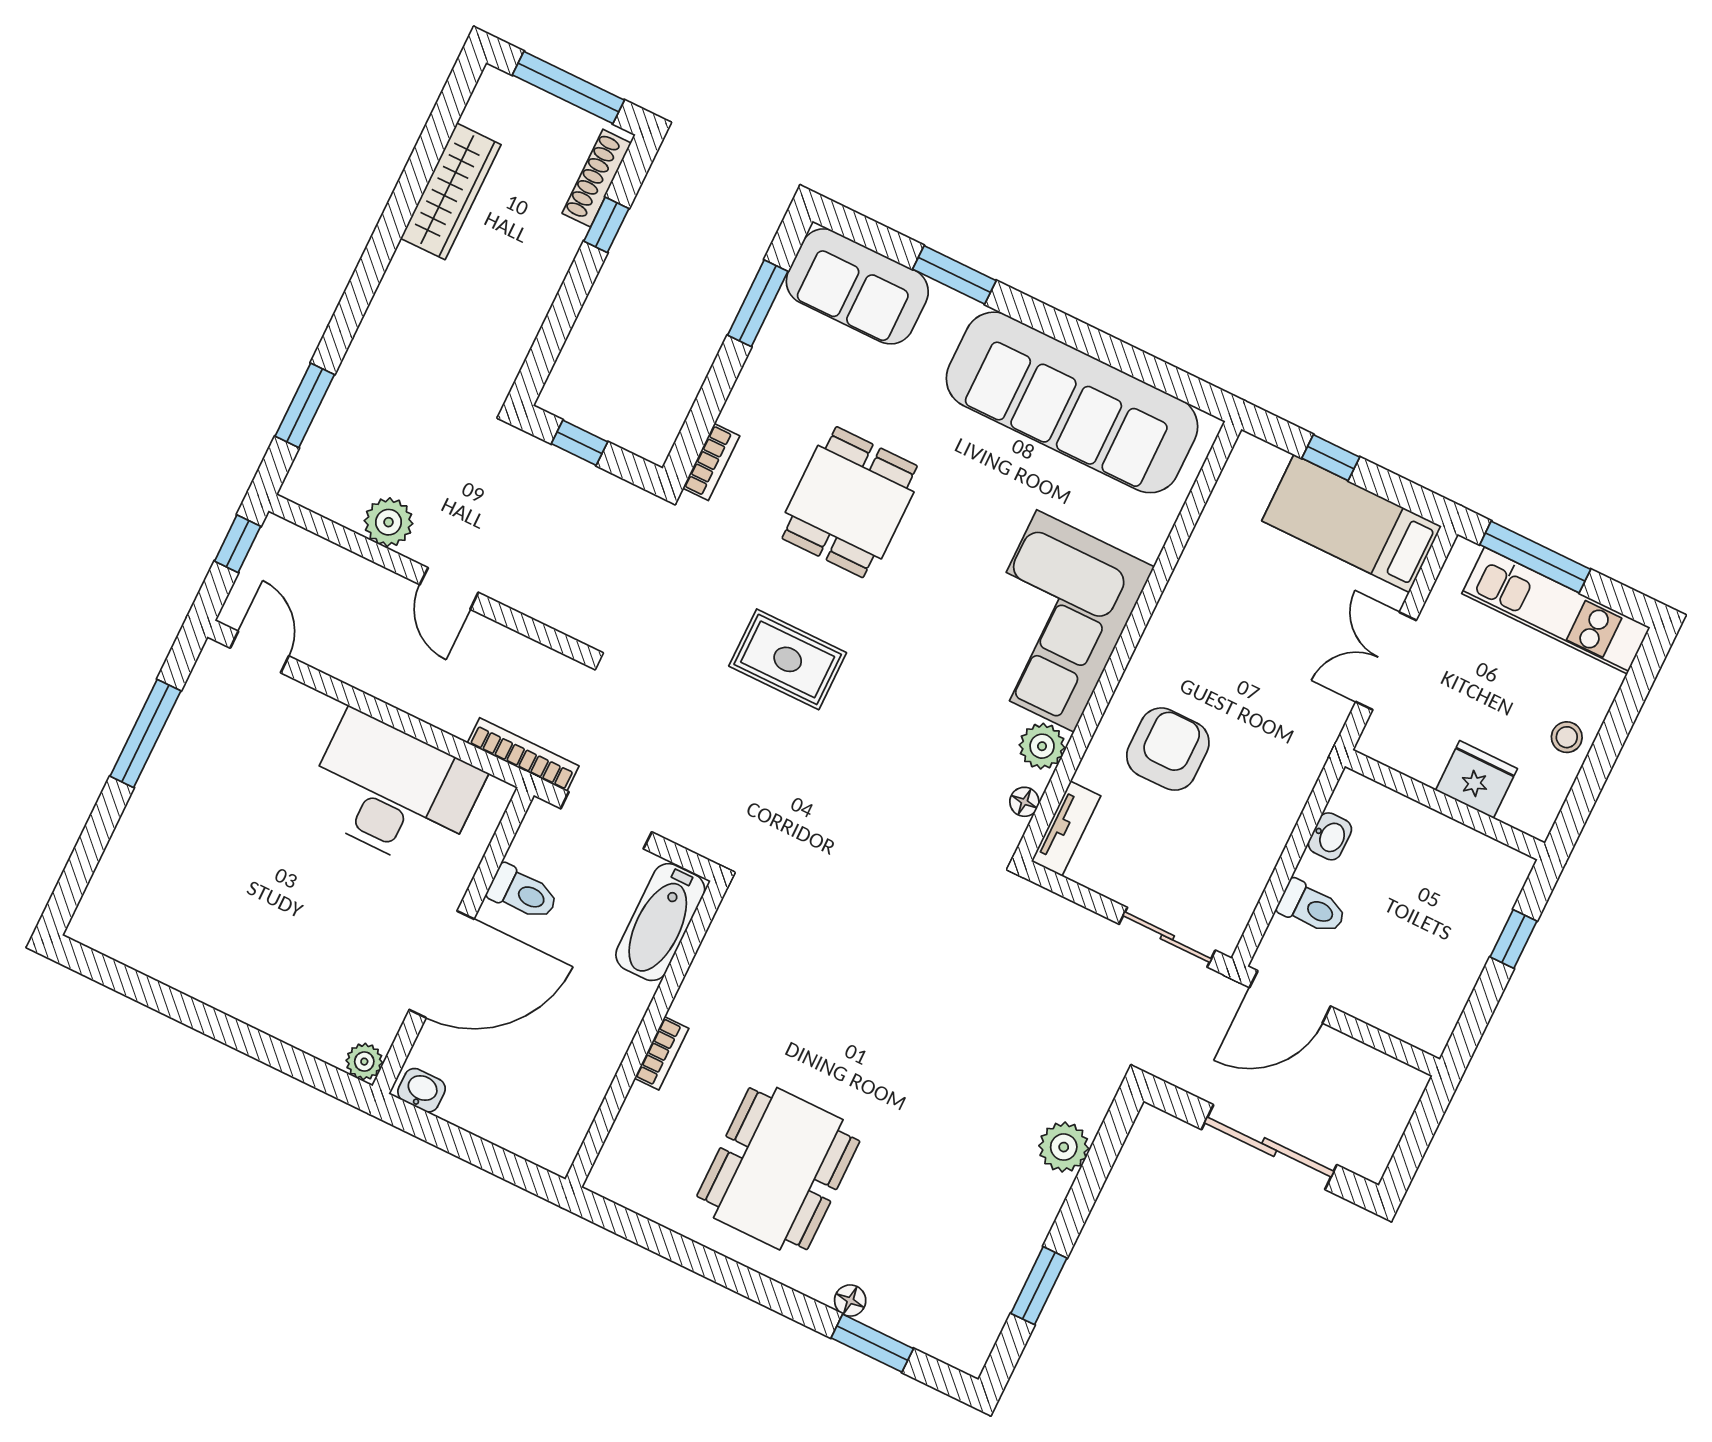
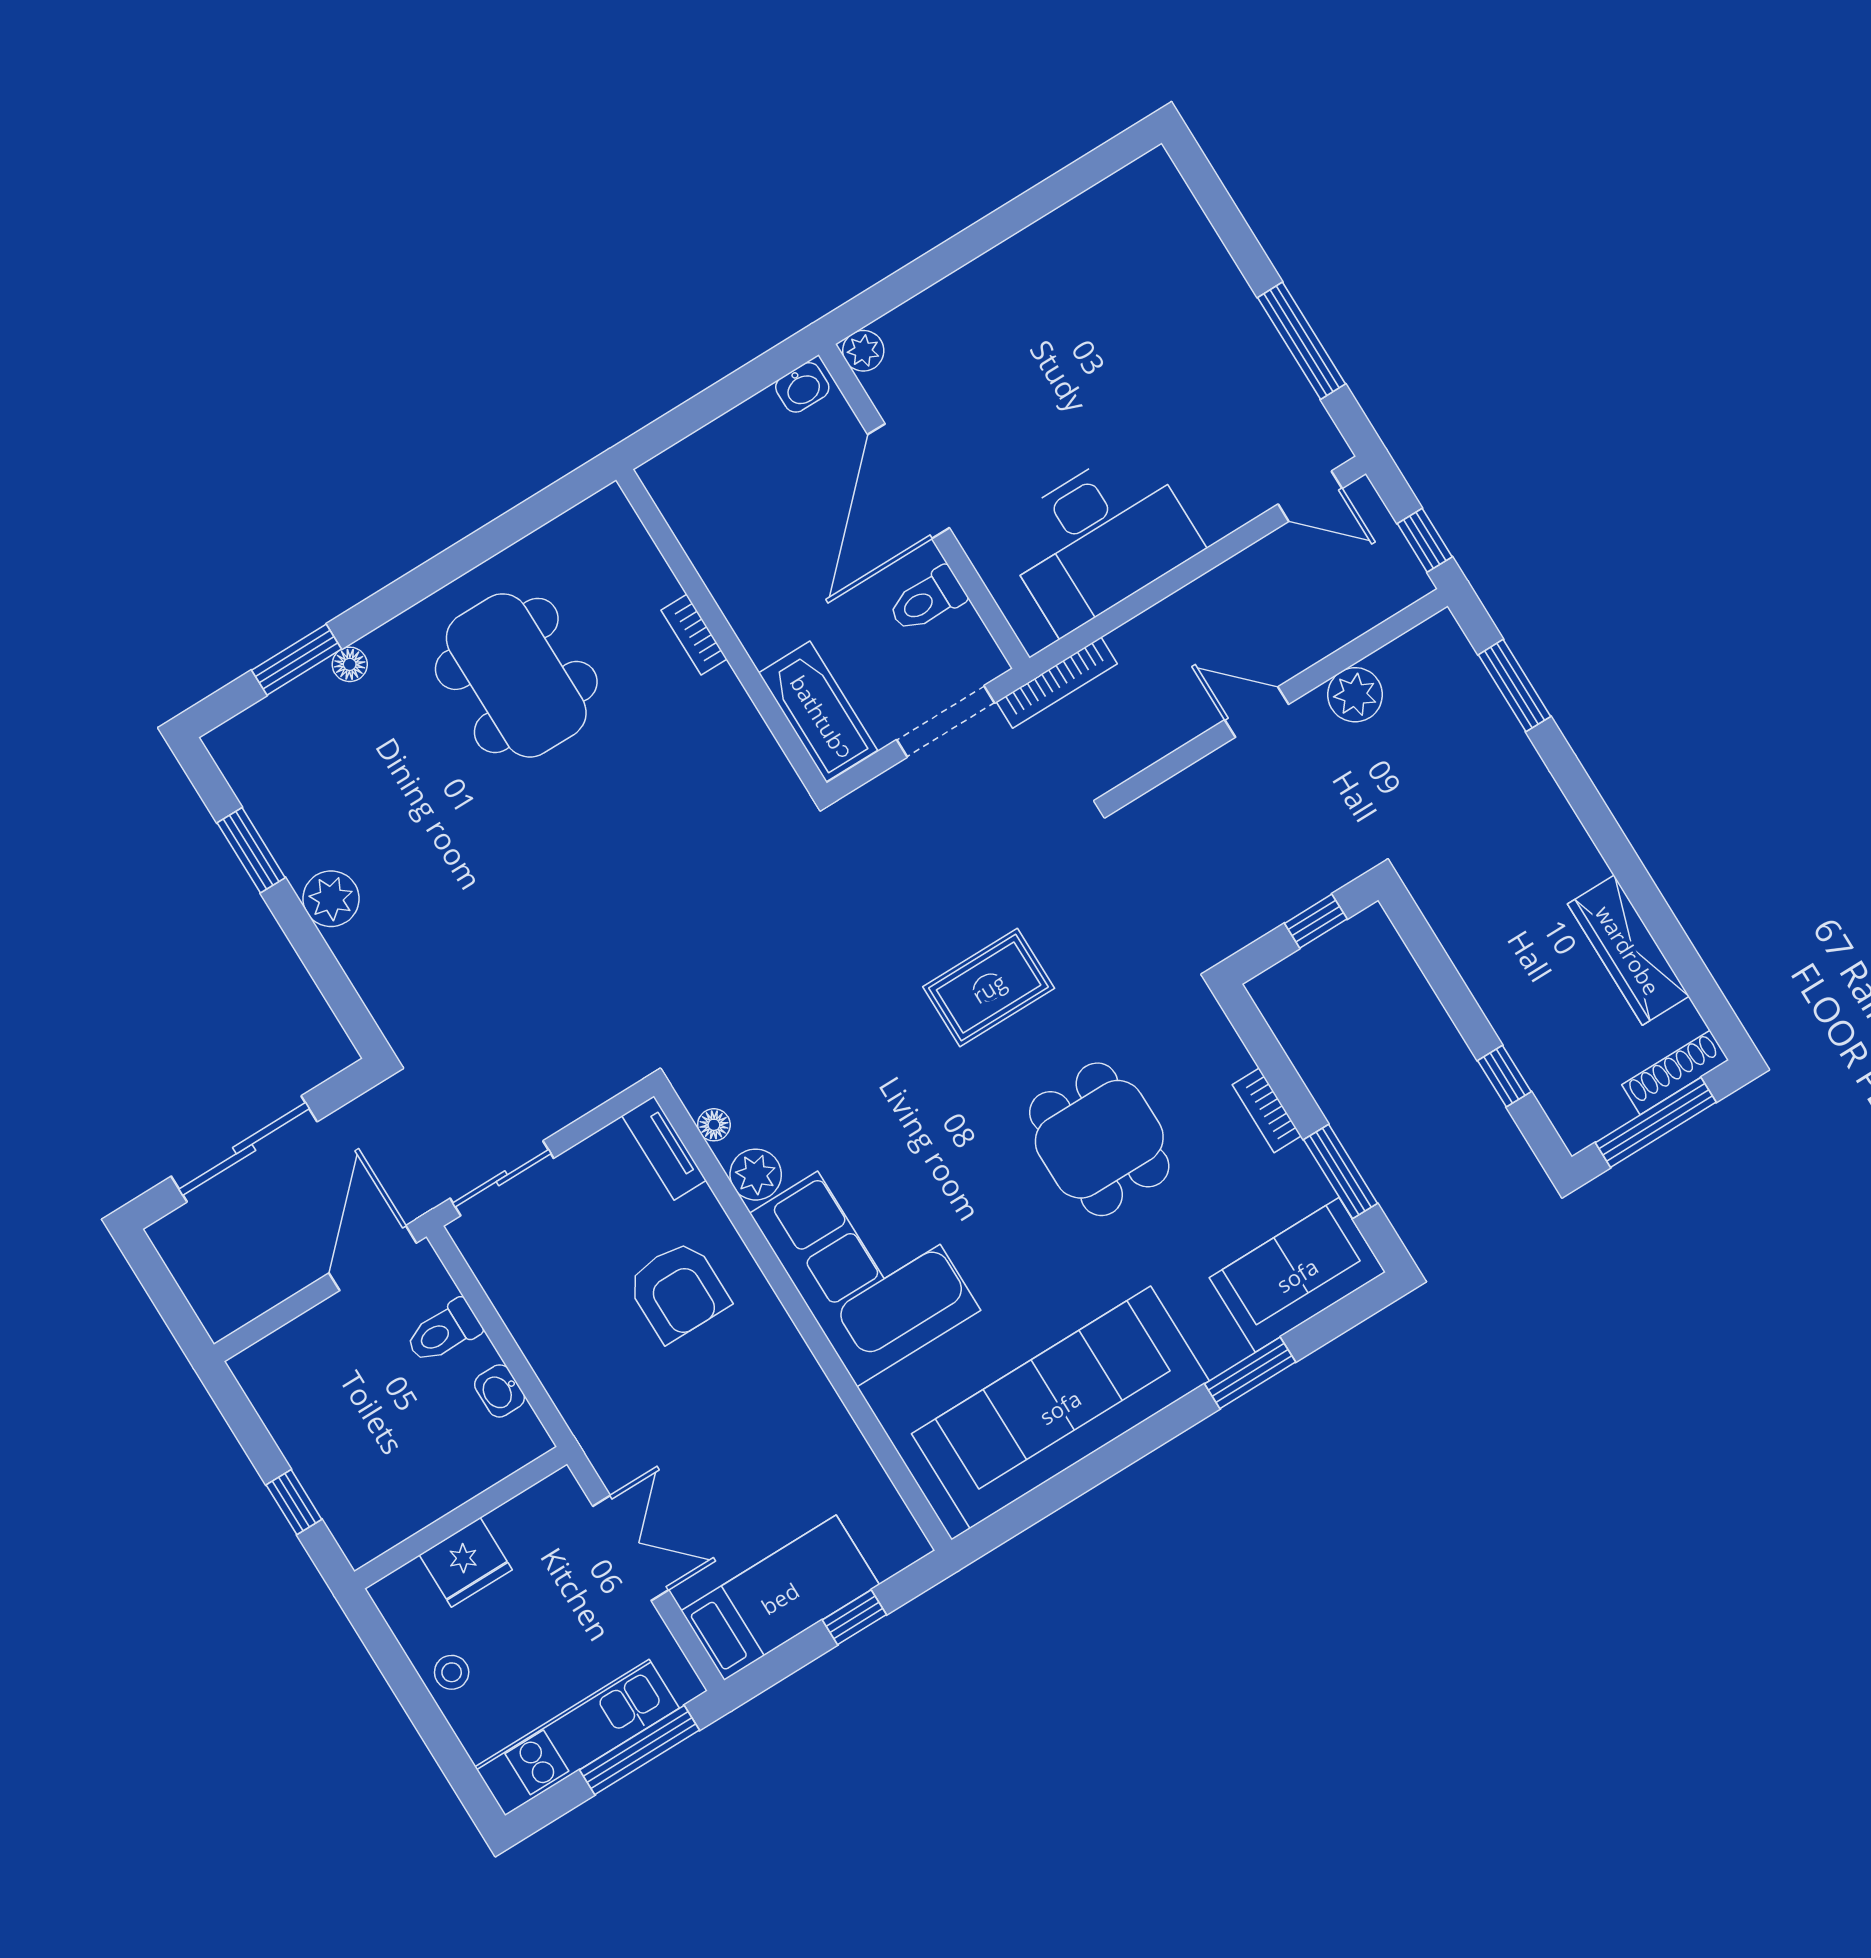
shoe rack: (597, 178) -> (1675, 1072), moved, turned -90
bookcase: (711, 462) -> (1267, 1110), moved
plant: (1064, 1147) -> (331, 899), moved

